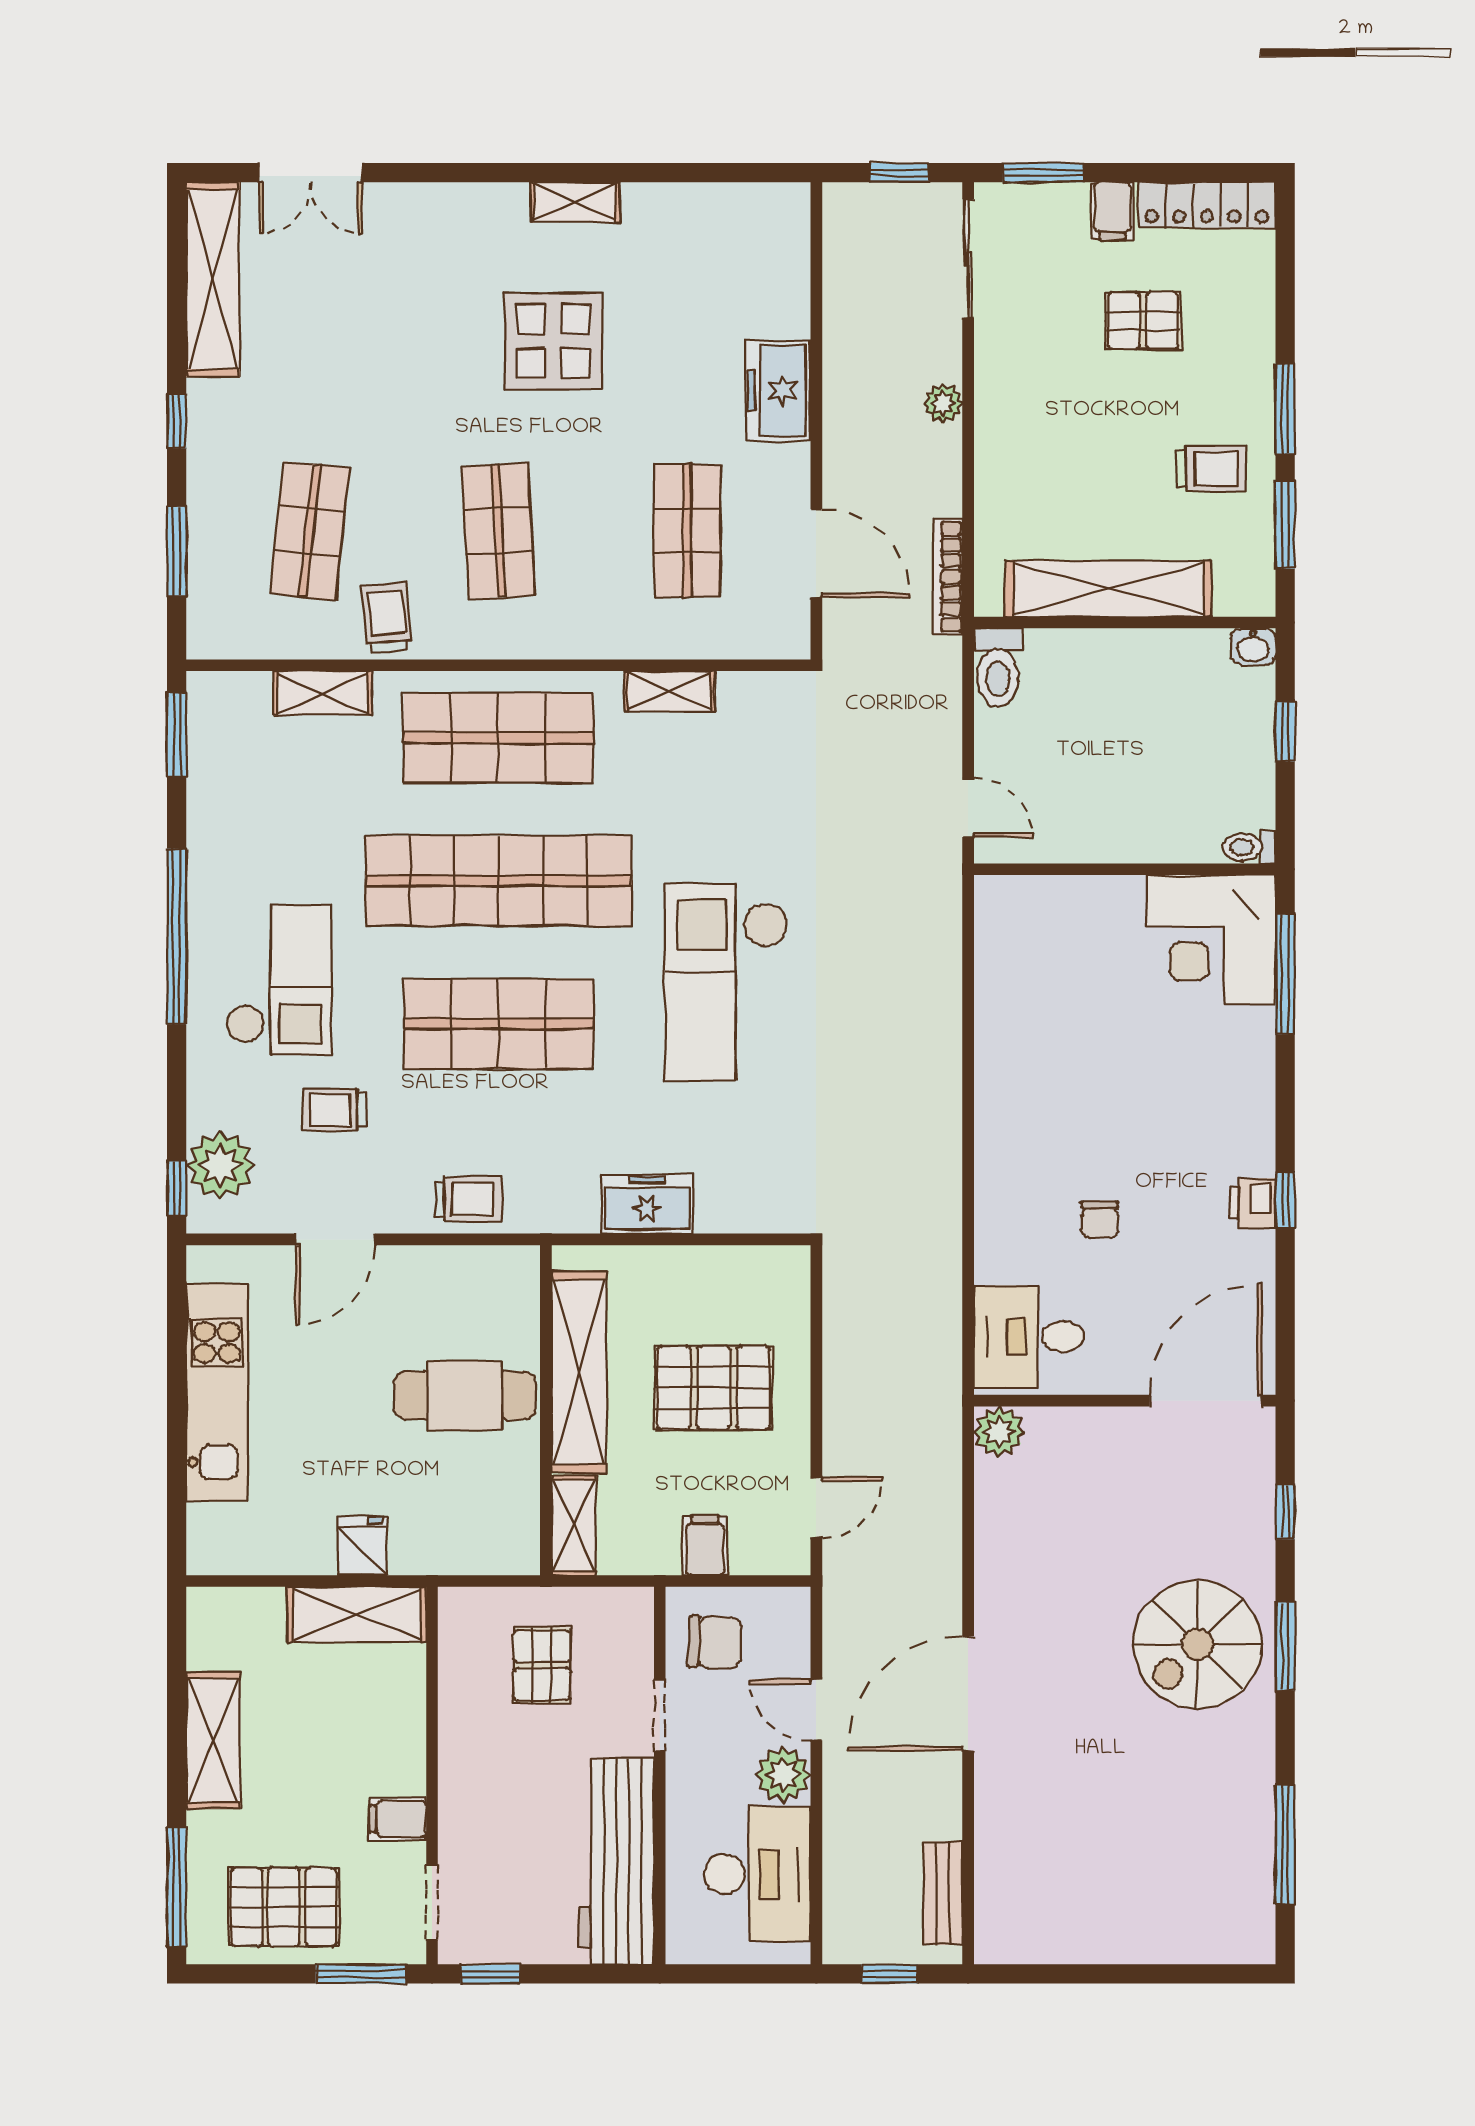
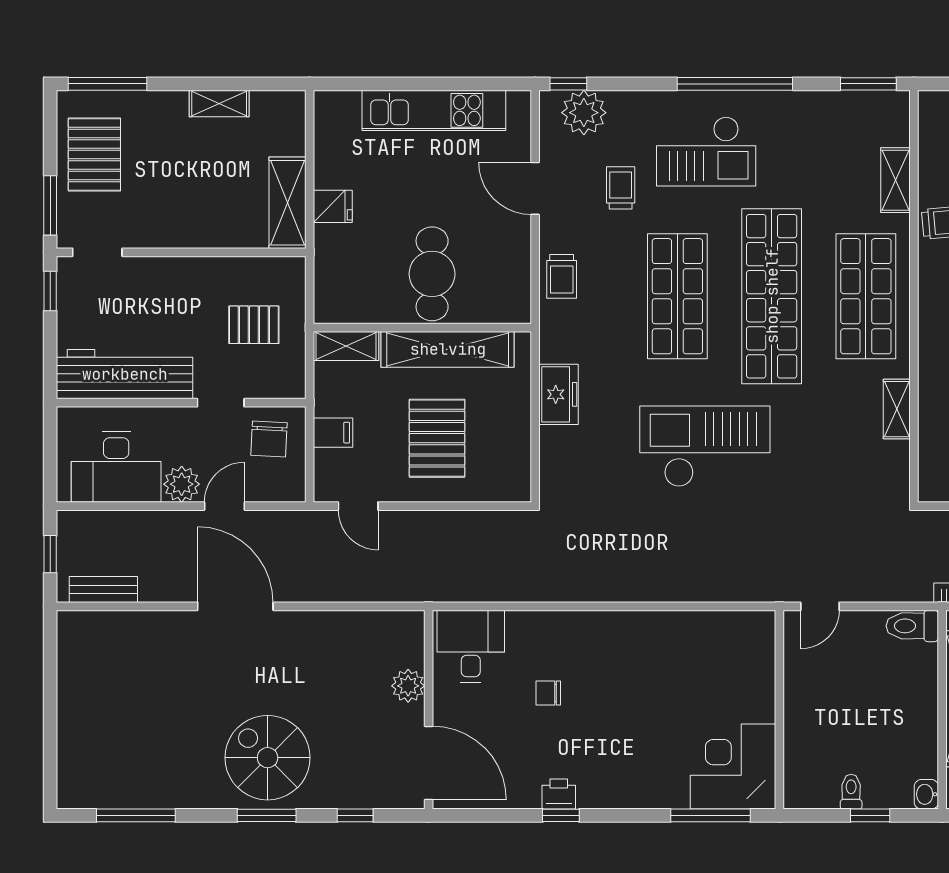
toilet: (1249, 847) -> (851, 792), moved
plant: (999, 1432) -> (408, 686), moved
shelving: (213, 1741) -> (219, 104), width x0.67, depth x0.75
filing cabinet: (398, 1819) -> (152, 230), removed

